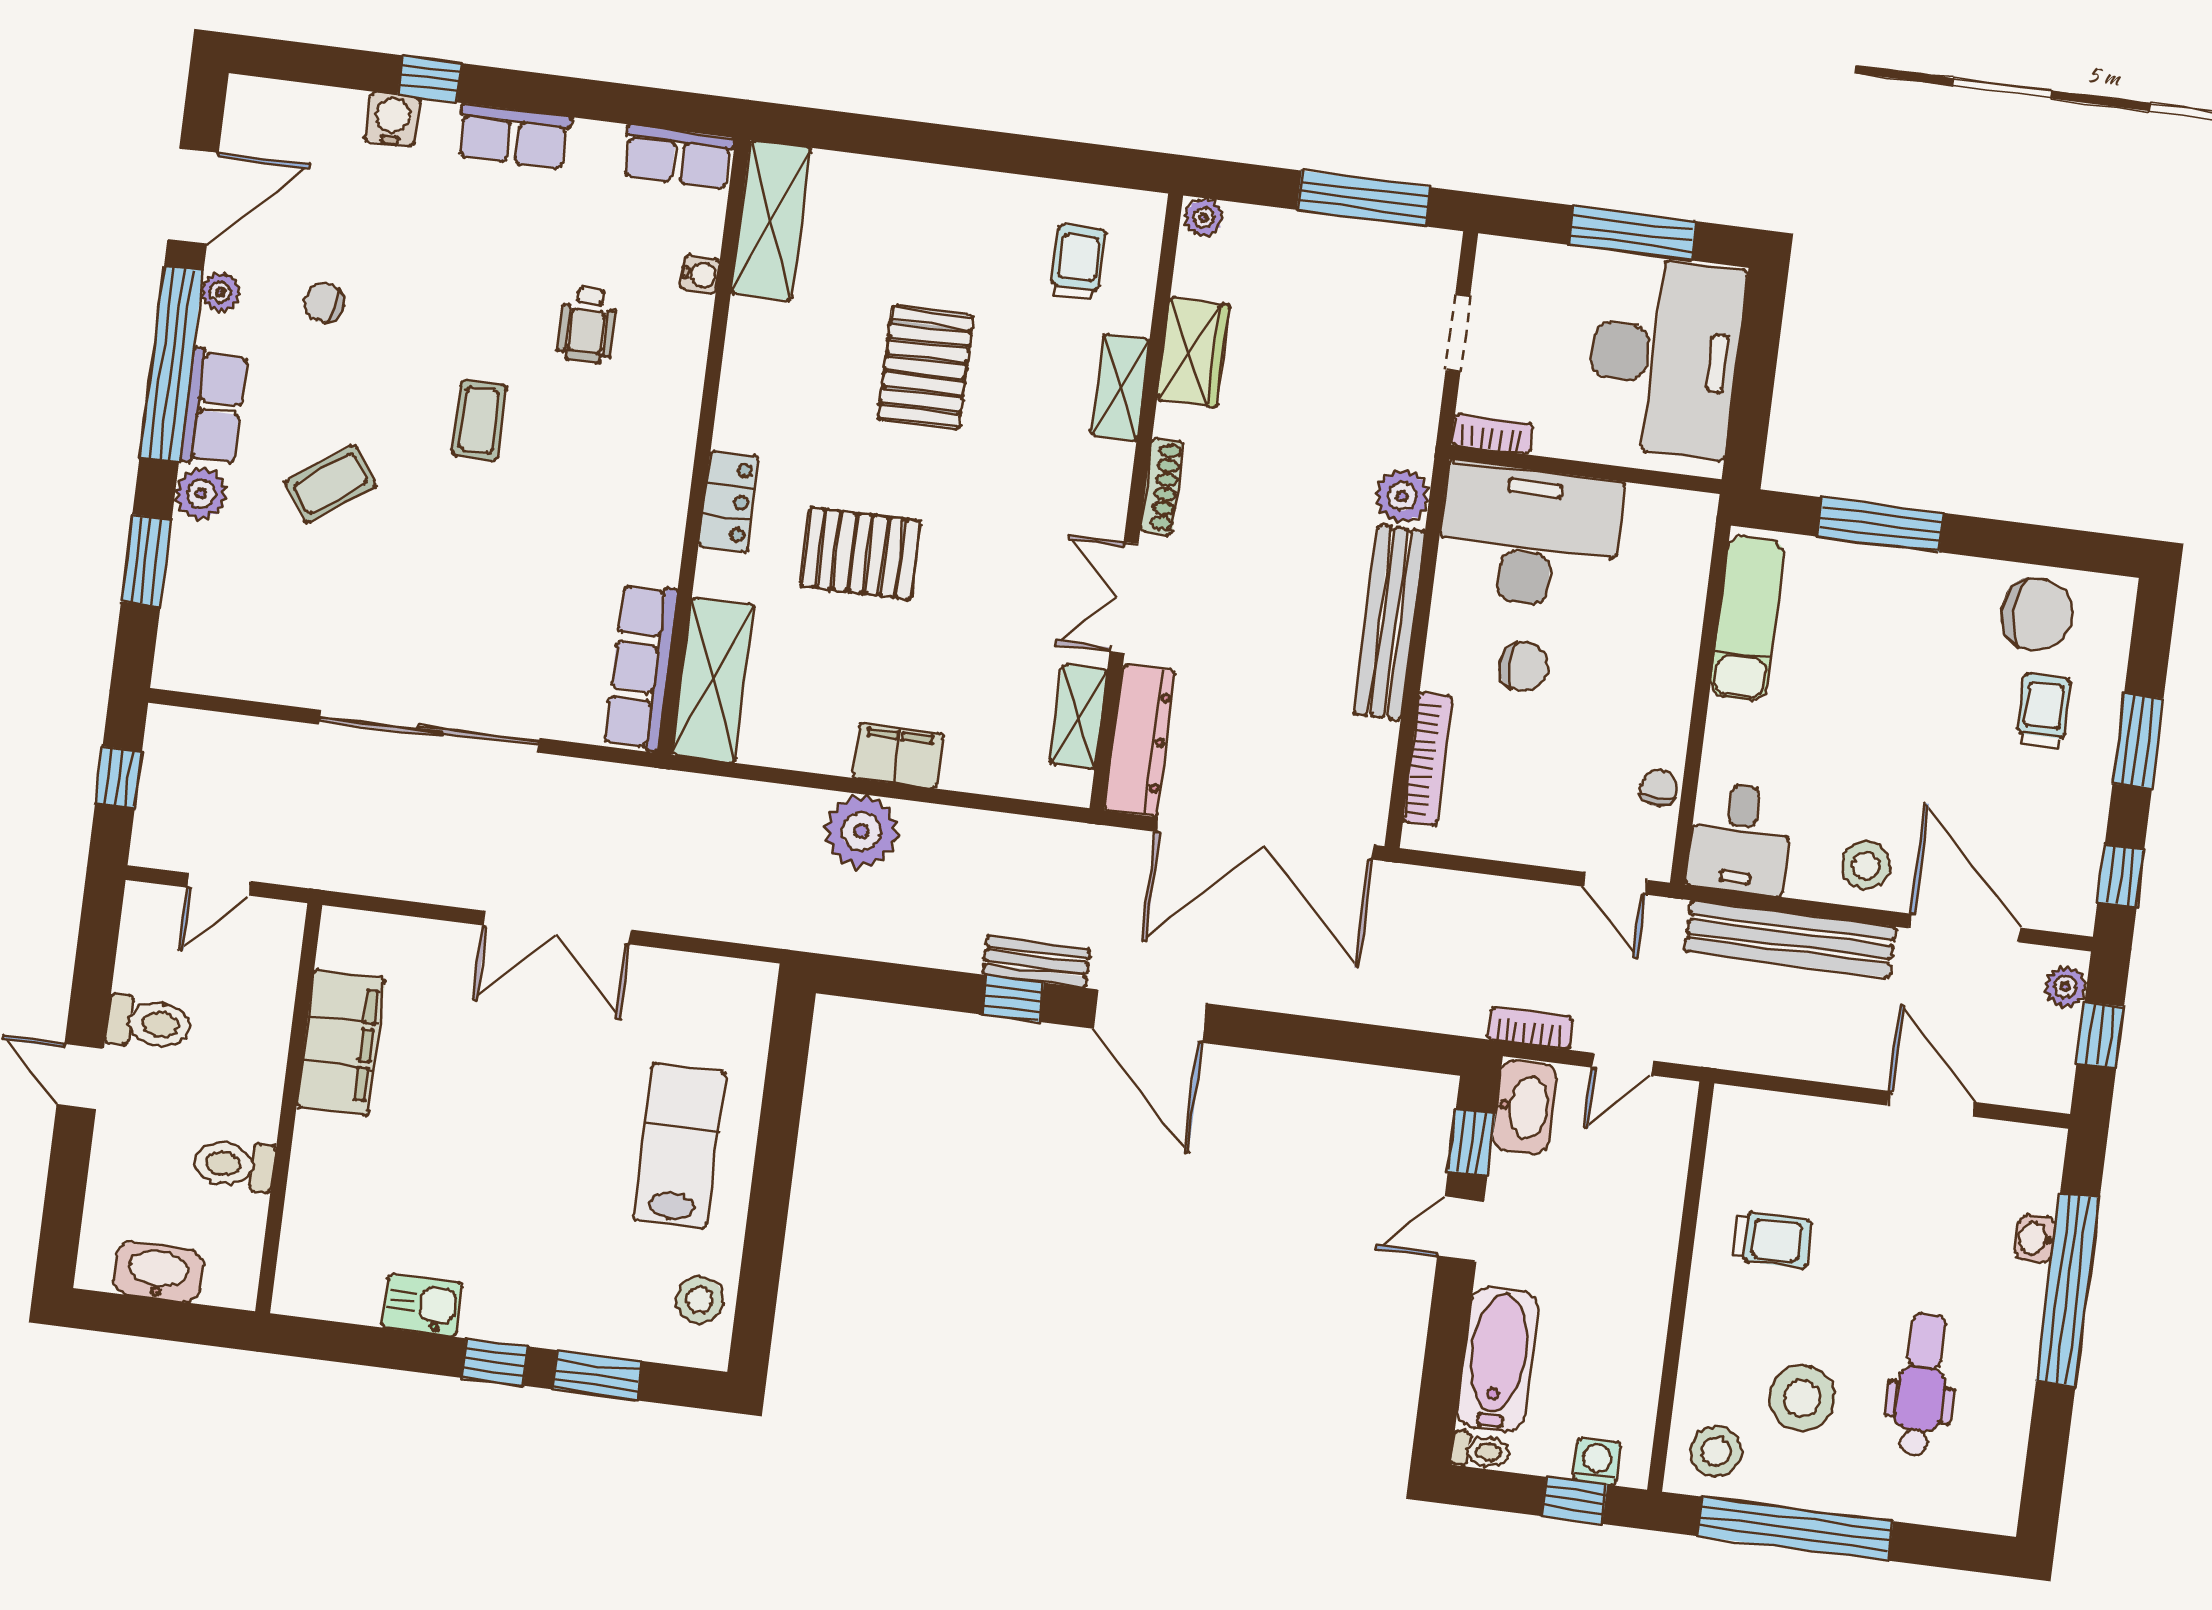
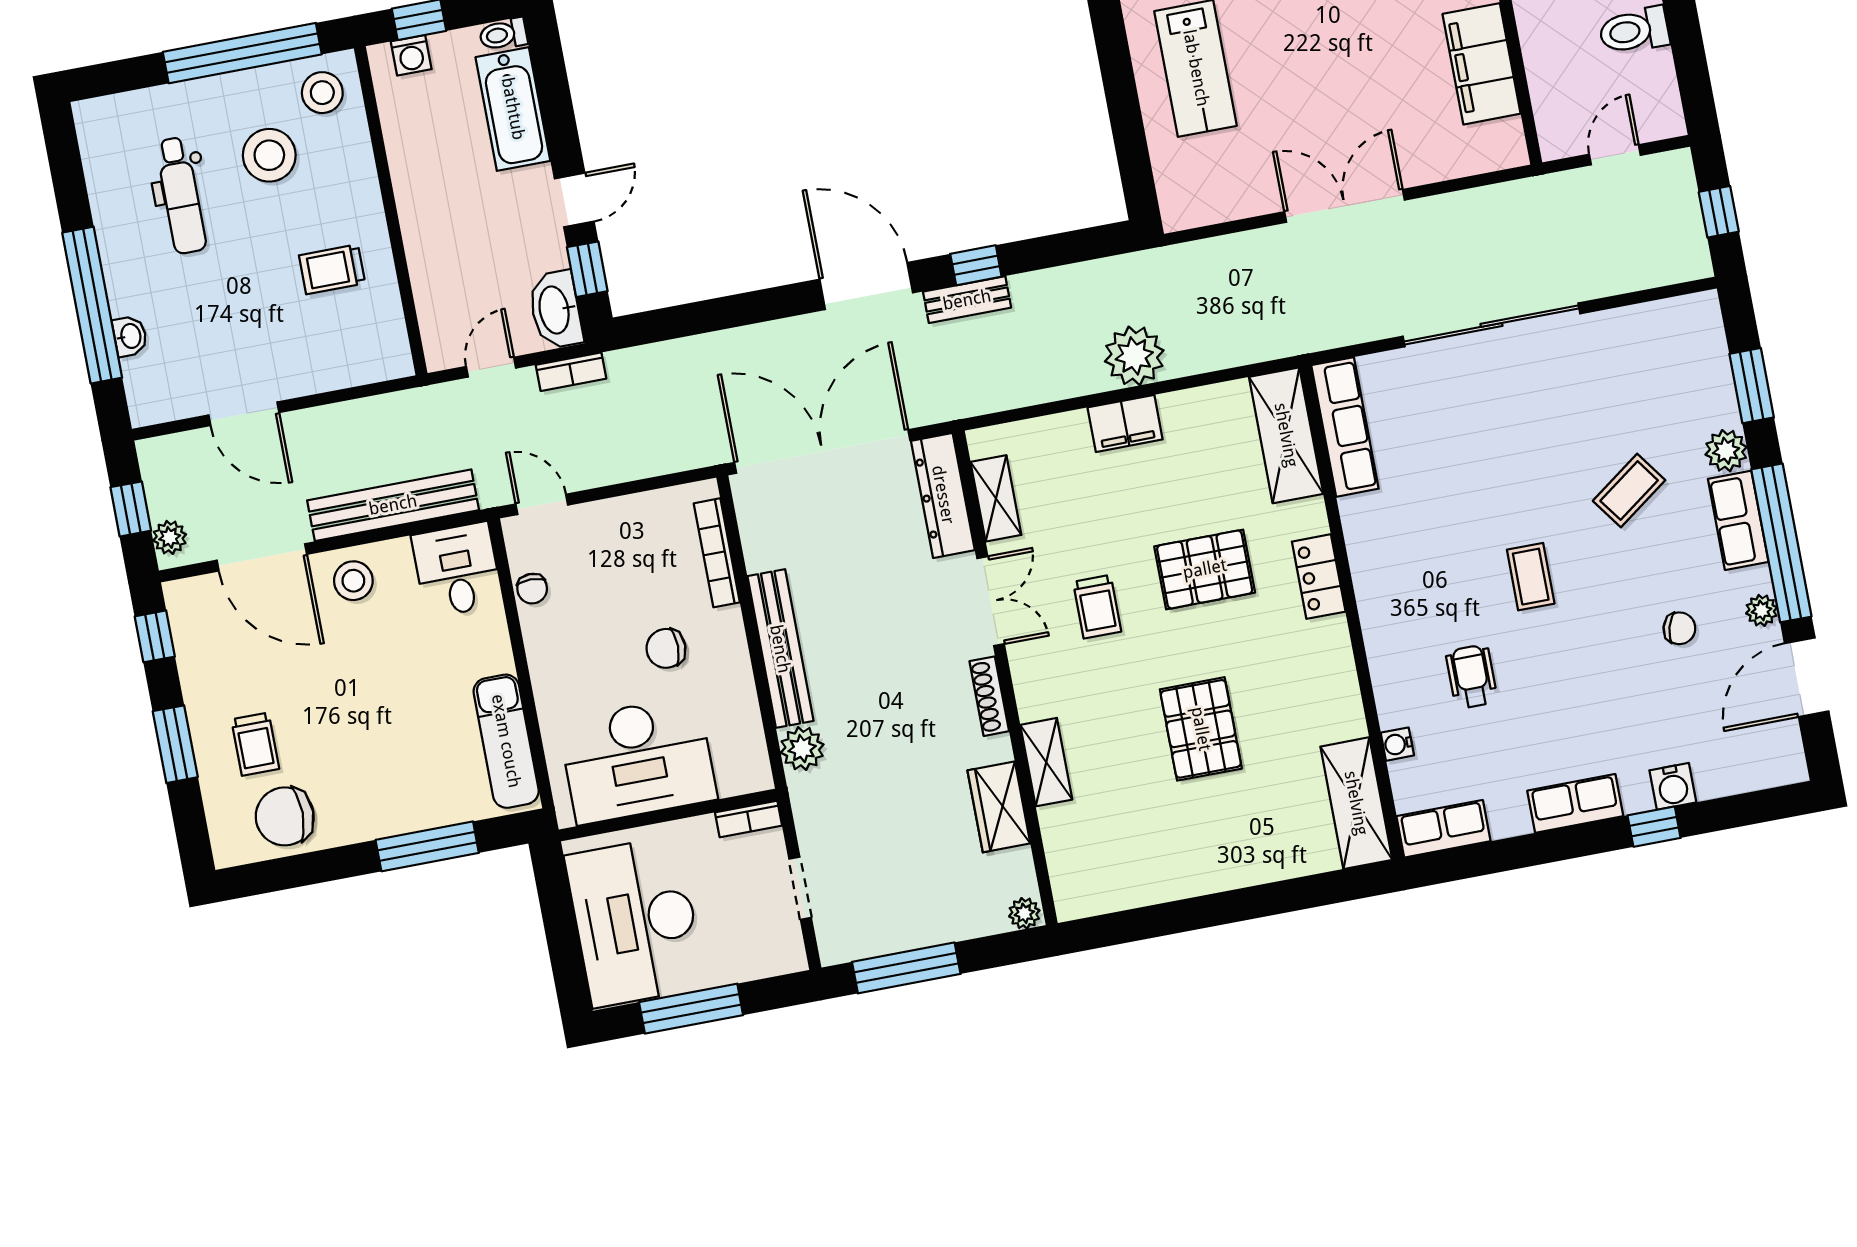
trolley: (1078, 262) -> (1097, 607), moved
desk: (1529, 537) -> (638, 760), moved

